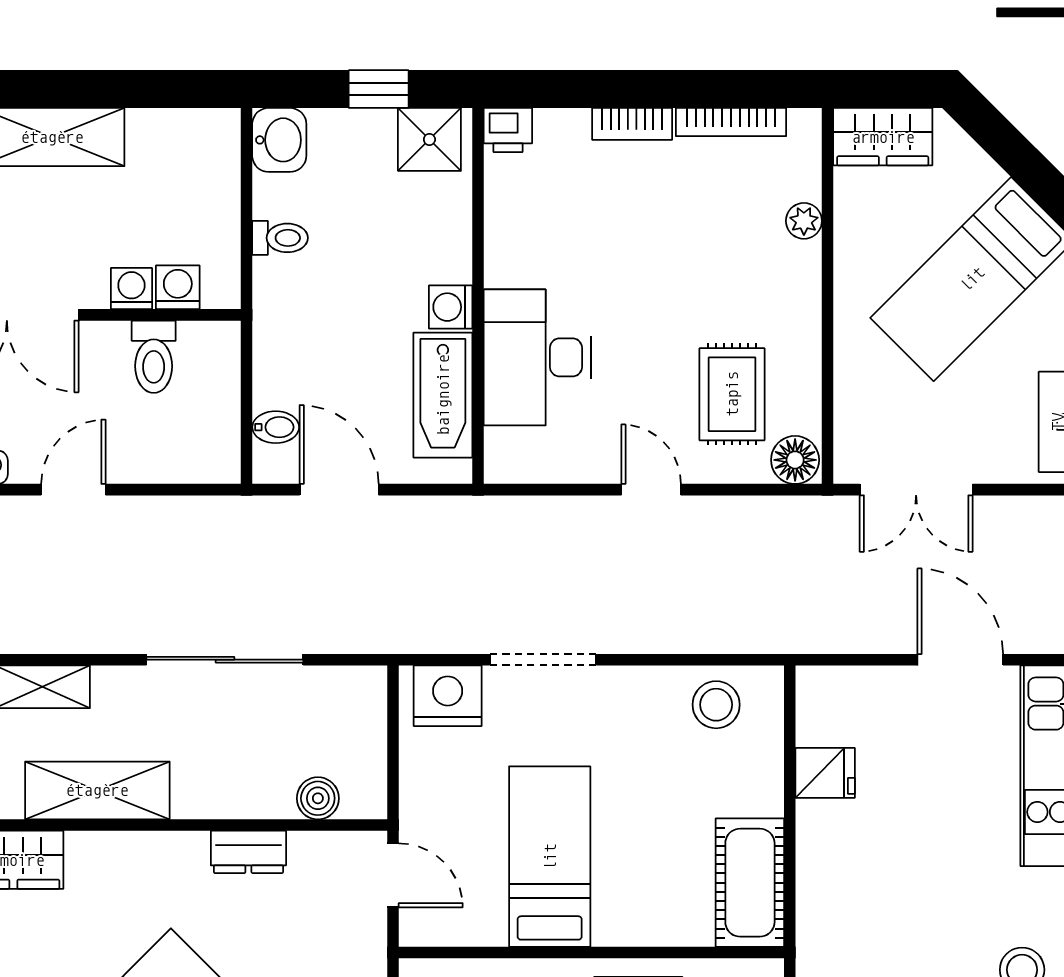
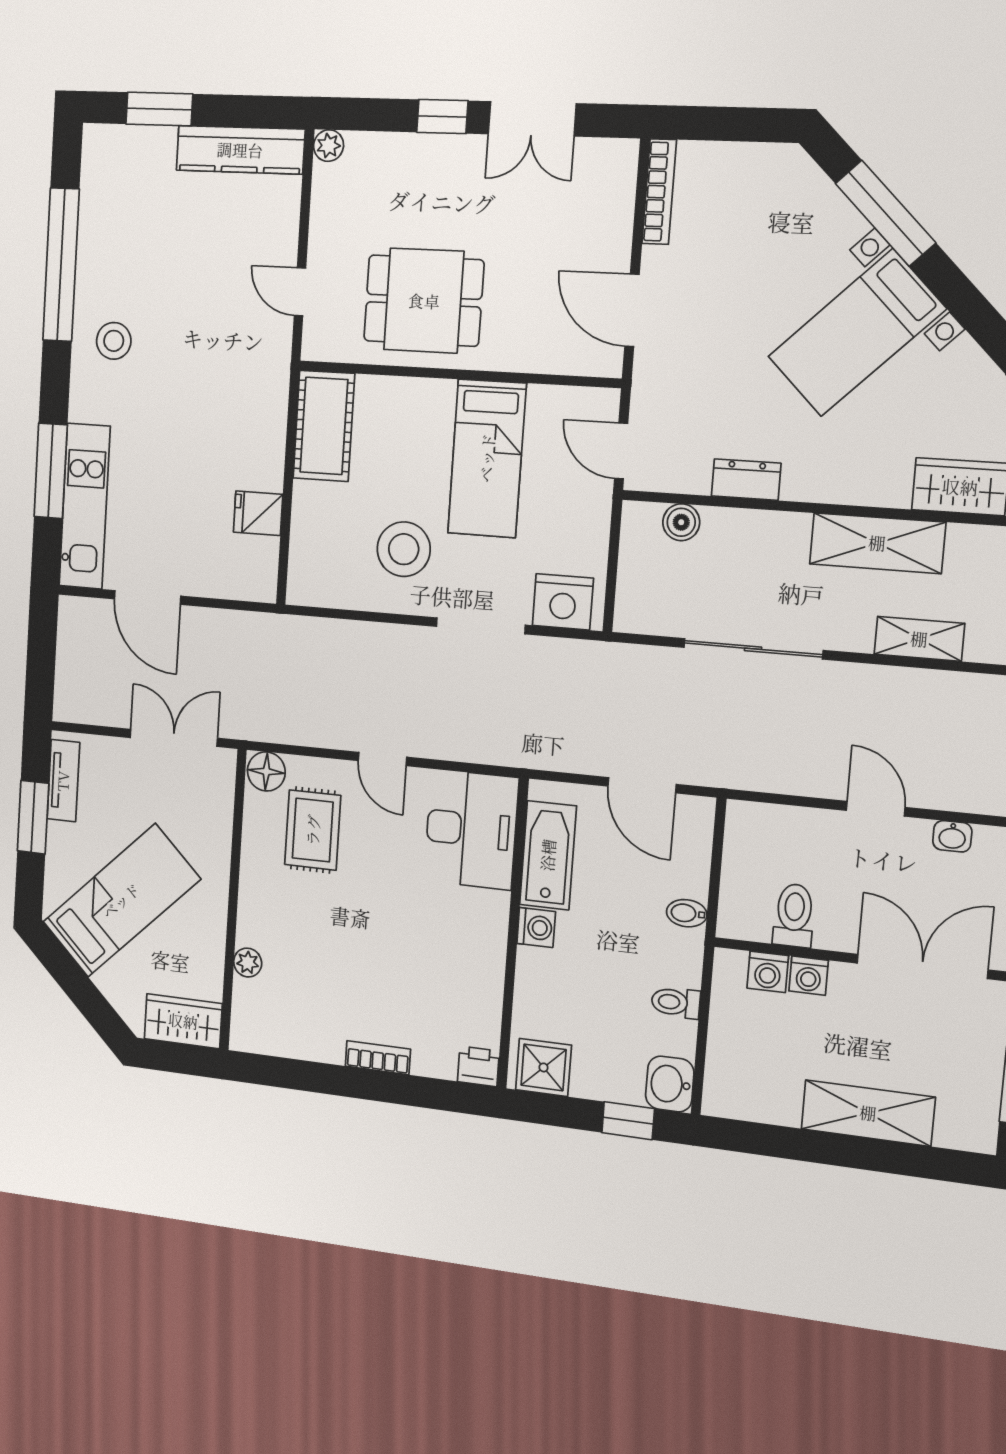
window: (379, 89) -> (628, 1121), moved
bookcase: (731, 122) -> (300, 1049), removed
desk: (537, 357) -> (471, 829), moved
bidet: (276, 427) -> (687, 913), moved
door: (73, 490) -> (876, 809), swing flipped
stool: (716, 705) -> (404, 549), moved, width x1.38, depth x1.38

